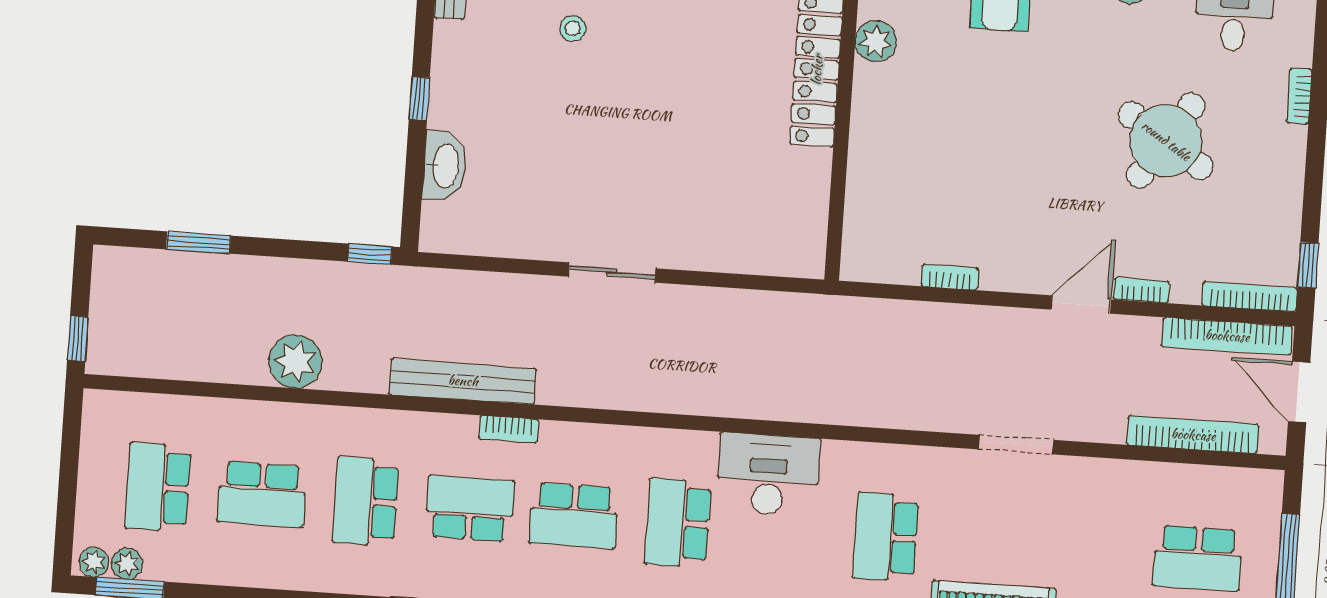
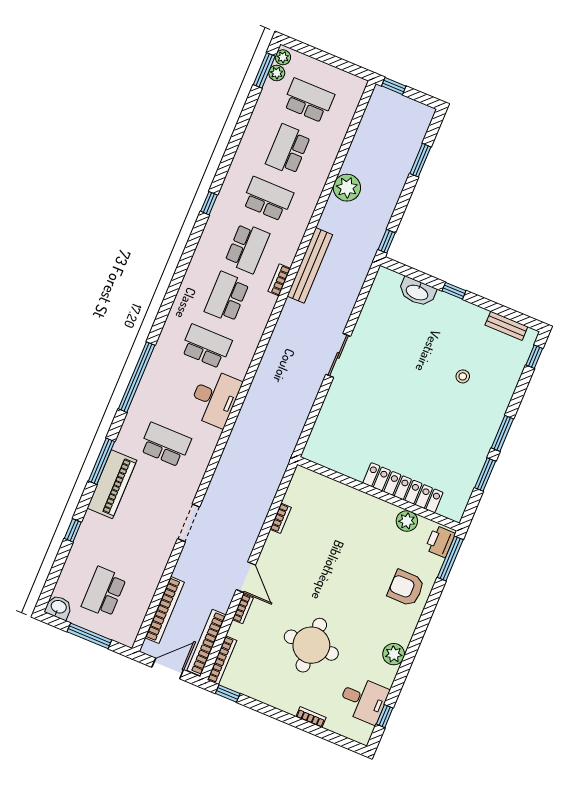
round table: (1166, 141) -> (311, 645), turned -33

